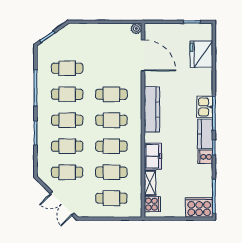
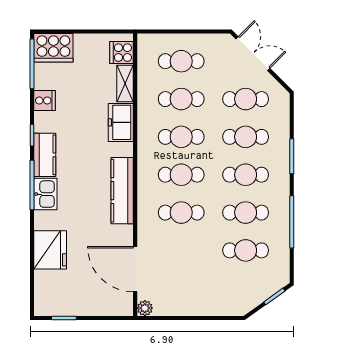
fridge: (201, 54) -> (50, 250), moved
cooker: (205, 157) -> (45, 101), moved

